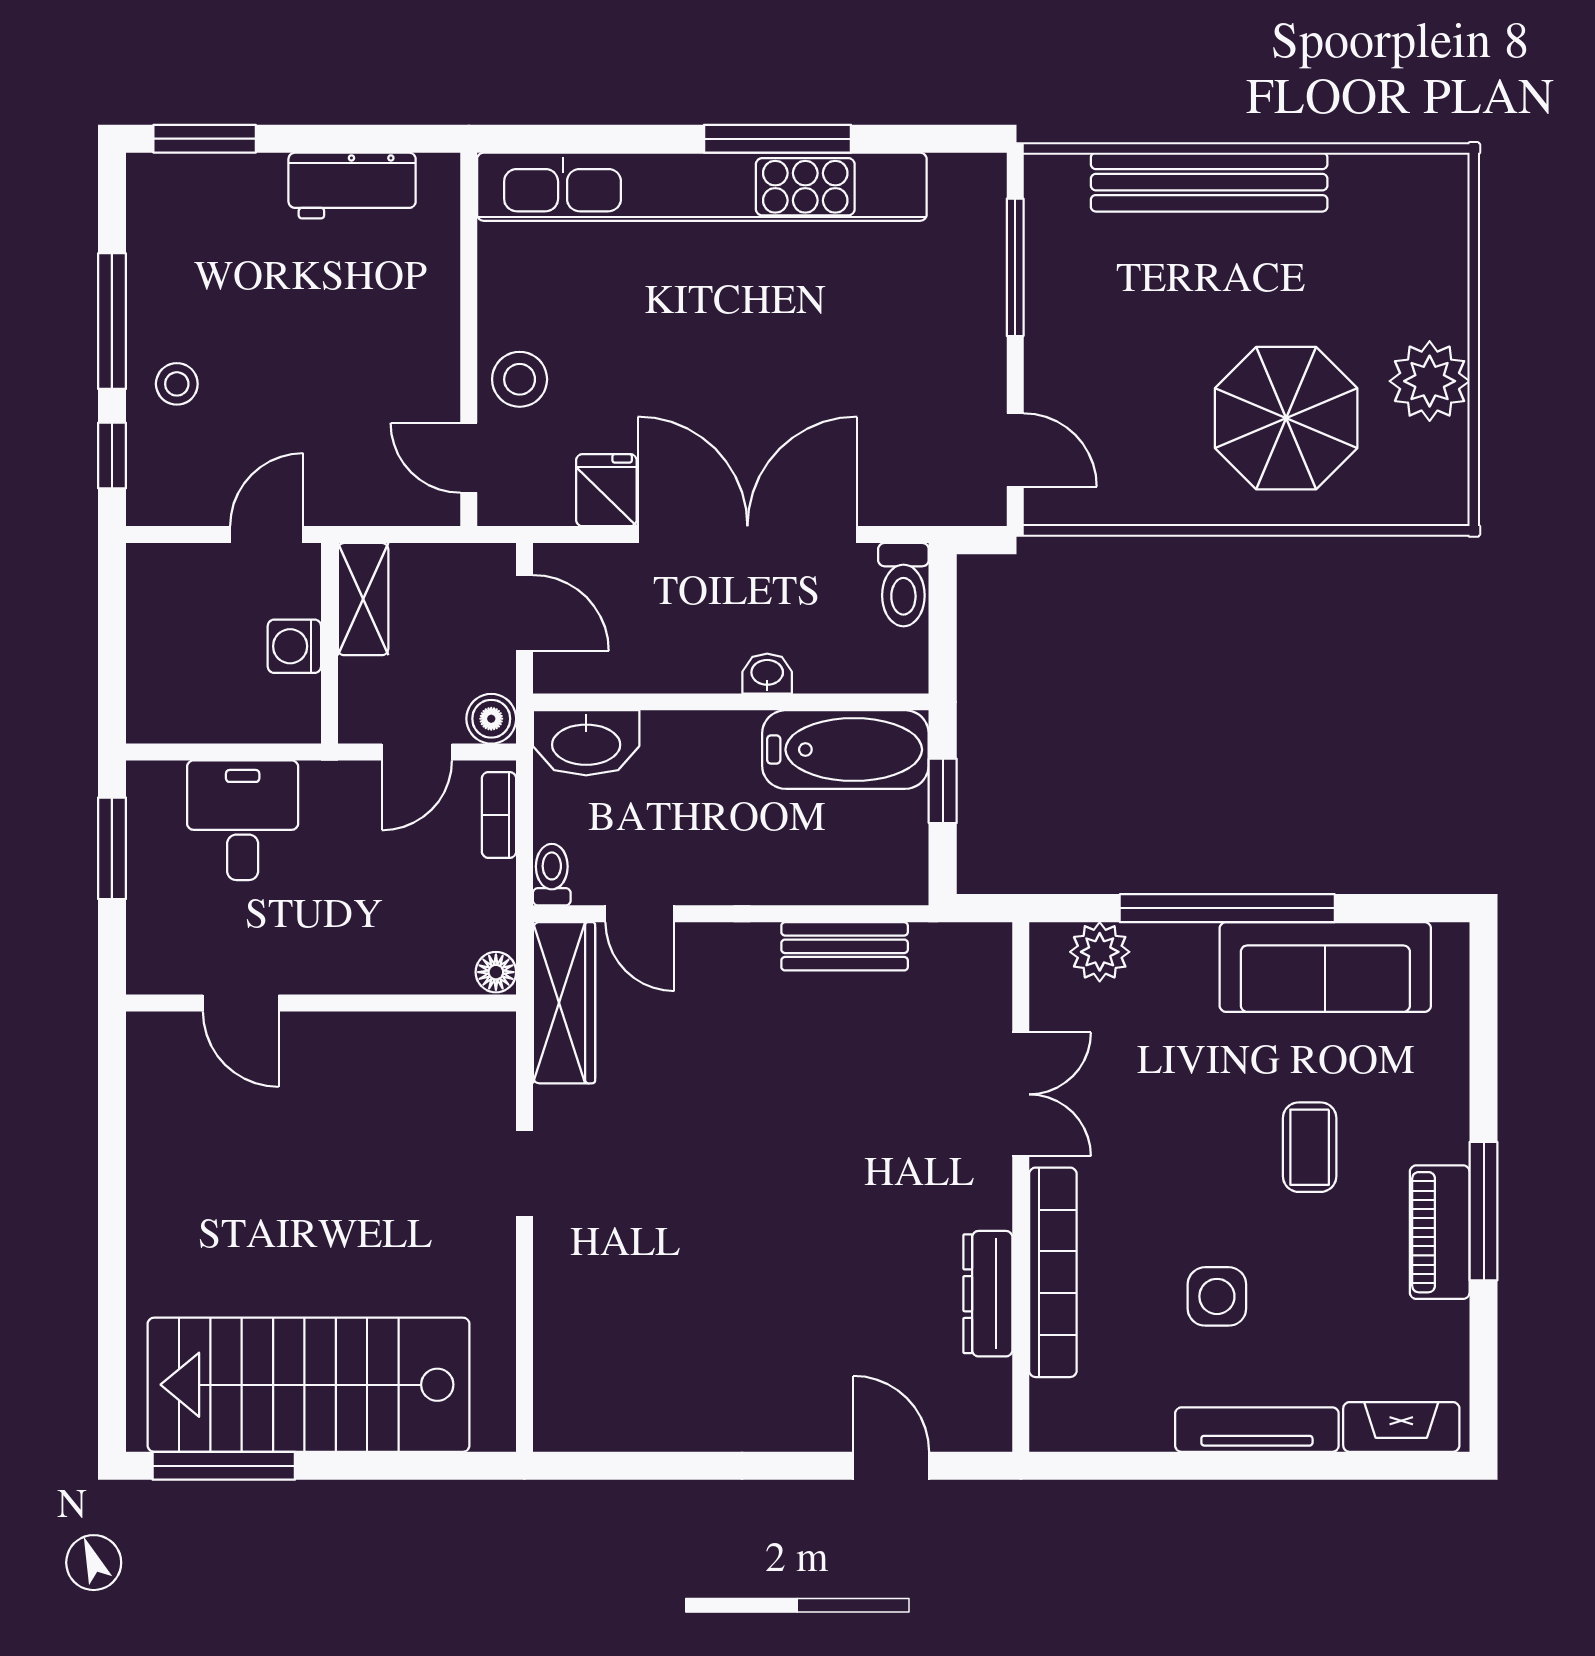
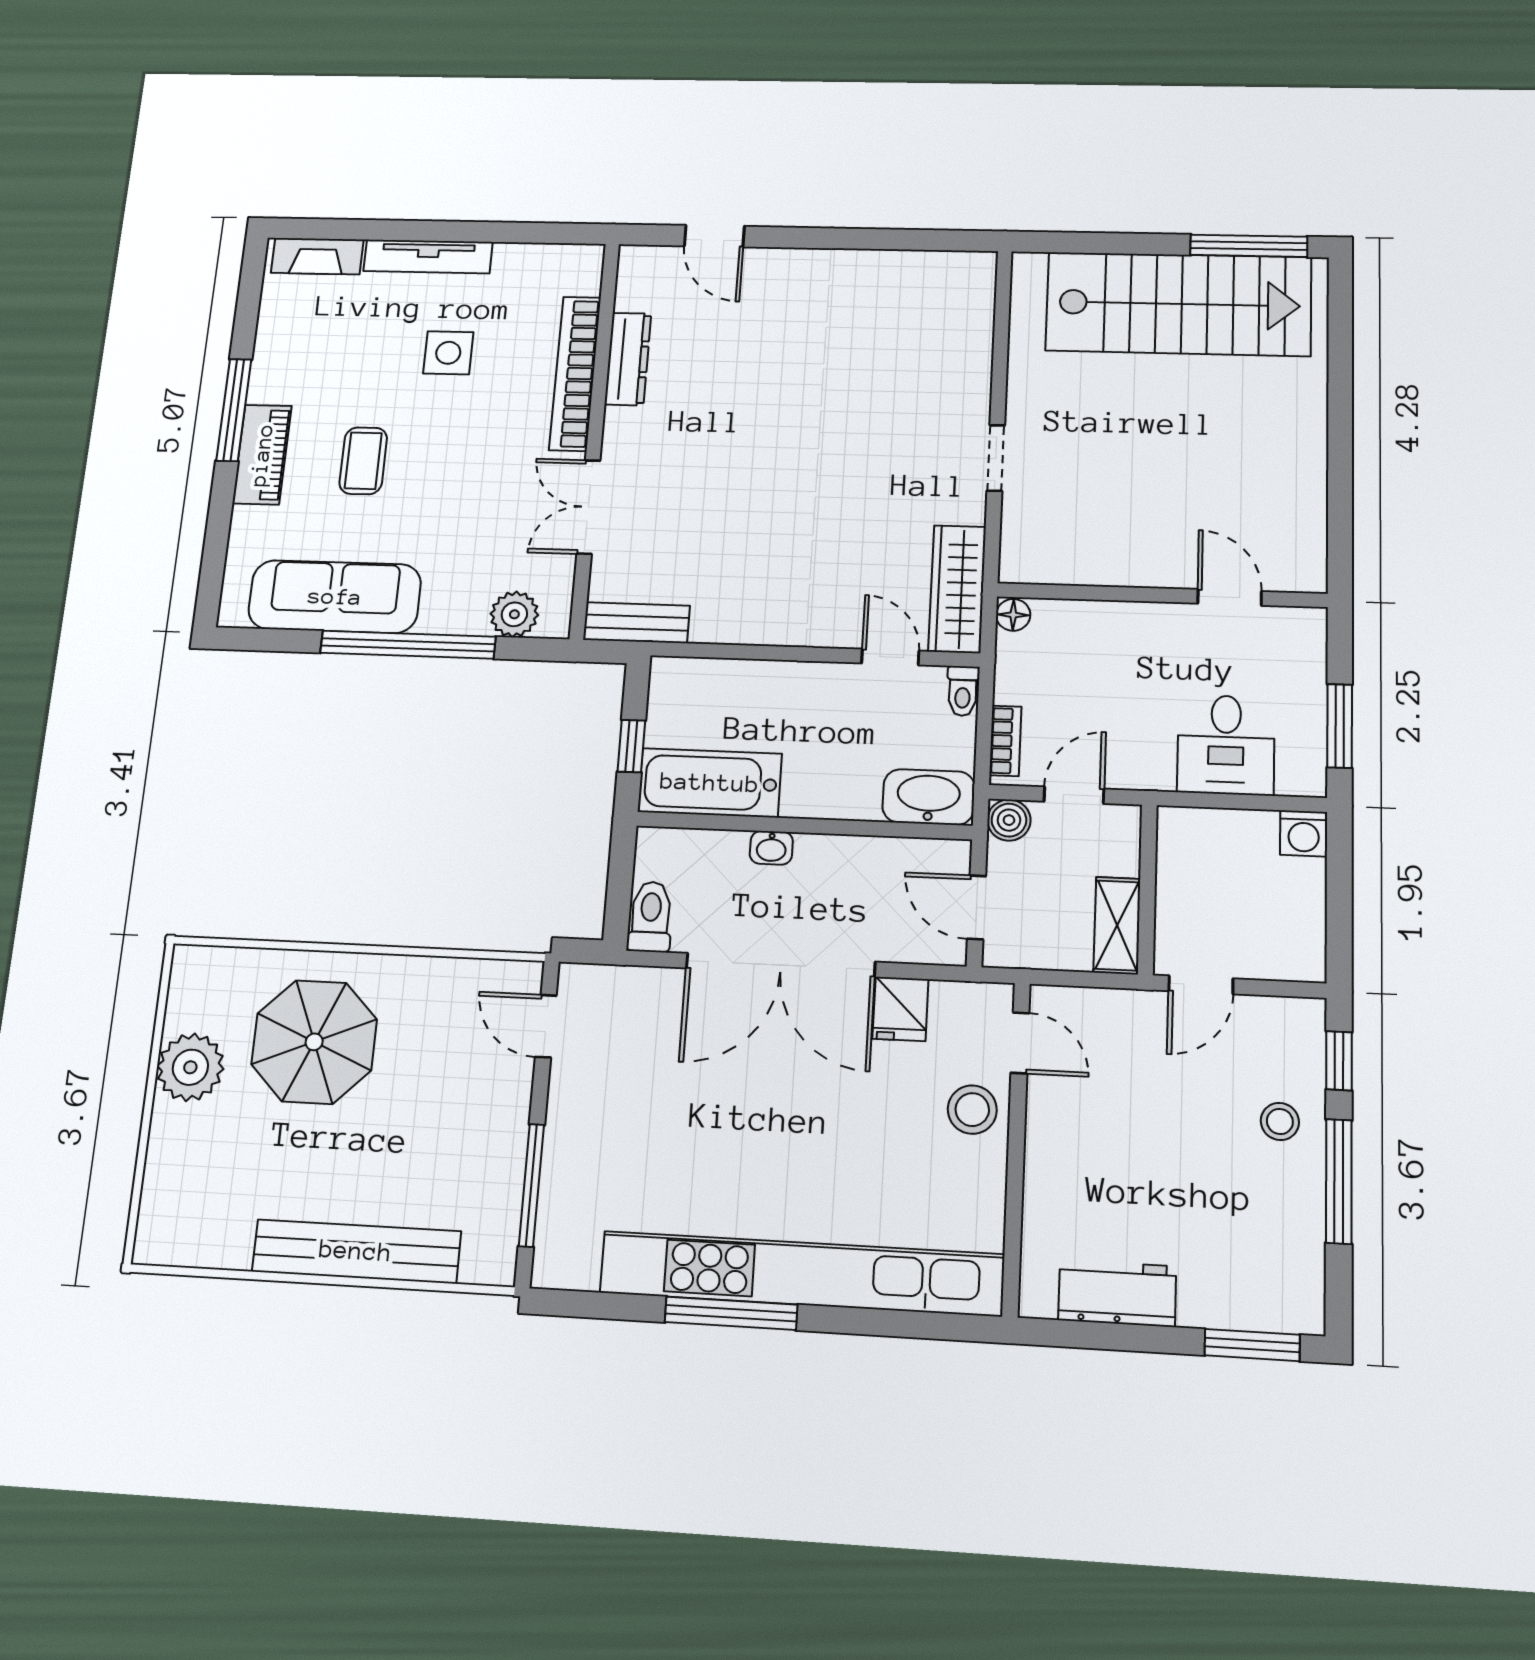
washing machine: (294, 646) -> (1304, 834), moved, turned 90
bench: (845, 946) -> (636, 623), moved
piano: (1440, 1232) -> (262, 455), moved

